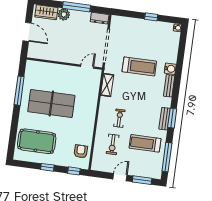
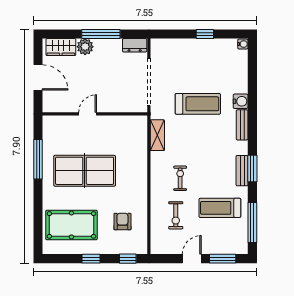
door: (87, 67) -> (88, 114), moved
armchair: (81, 151) -> (122, 222), moved

